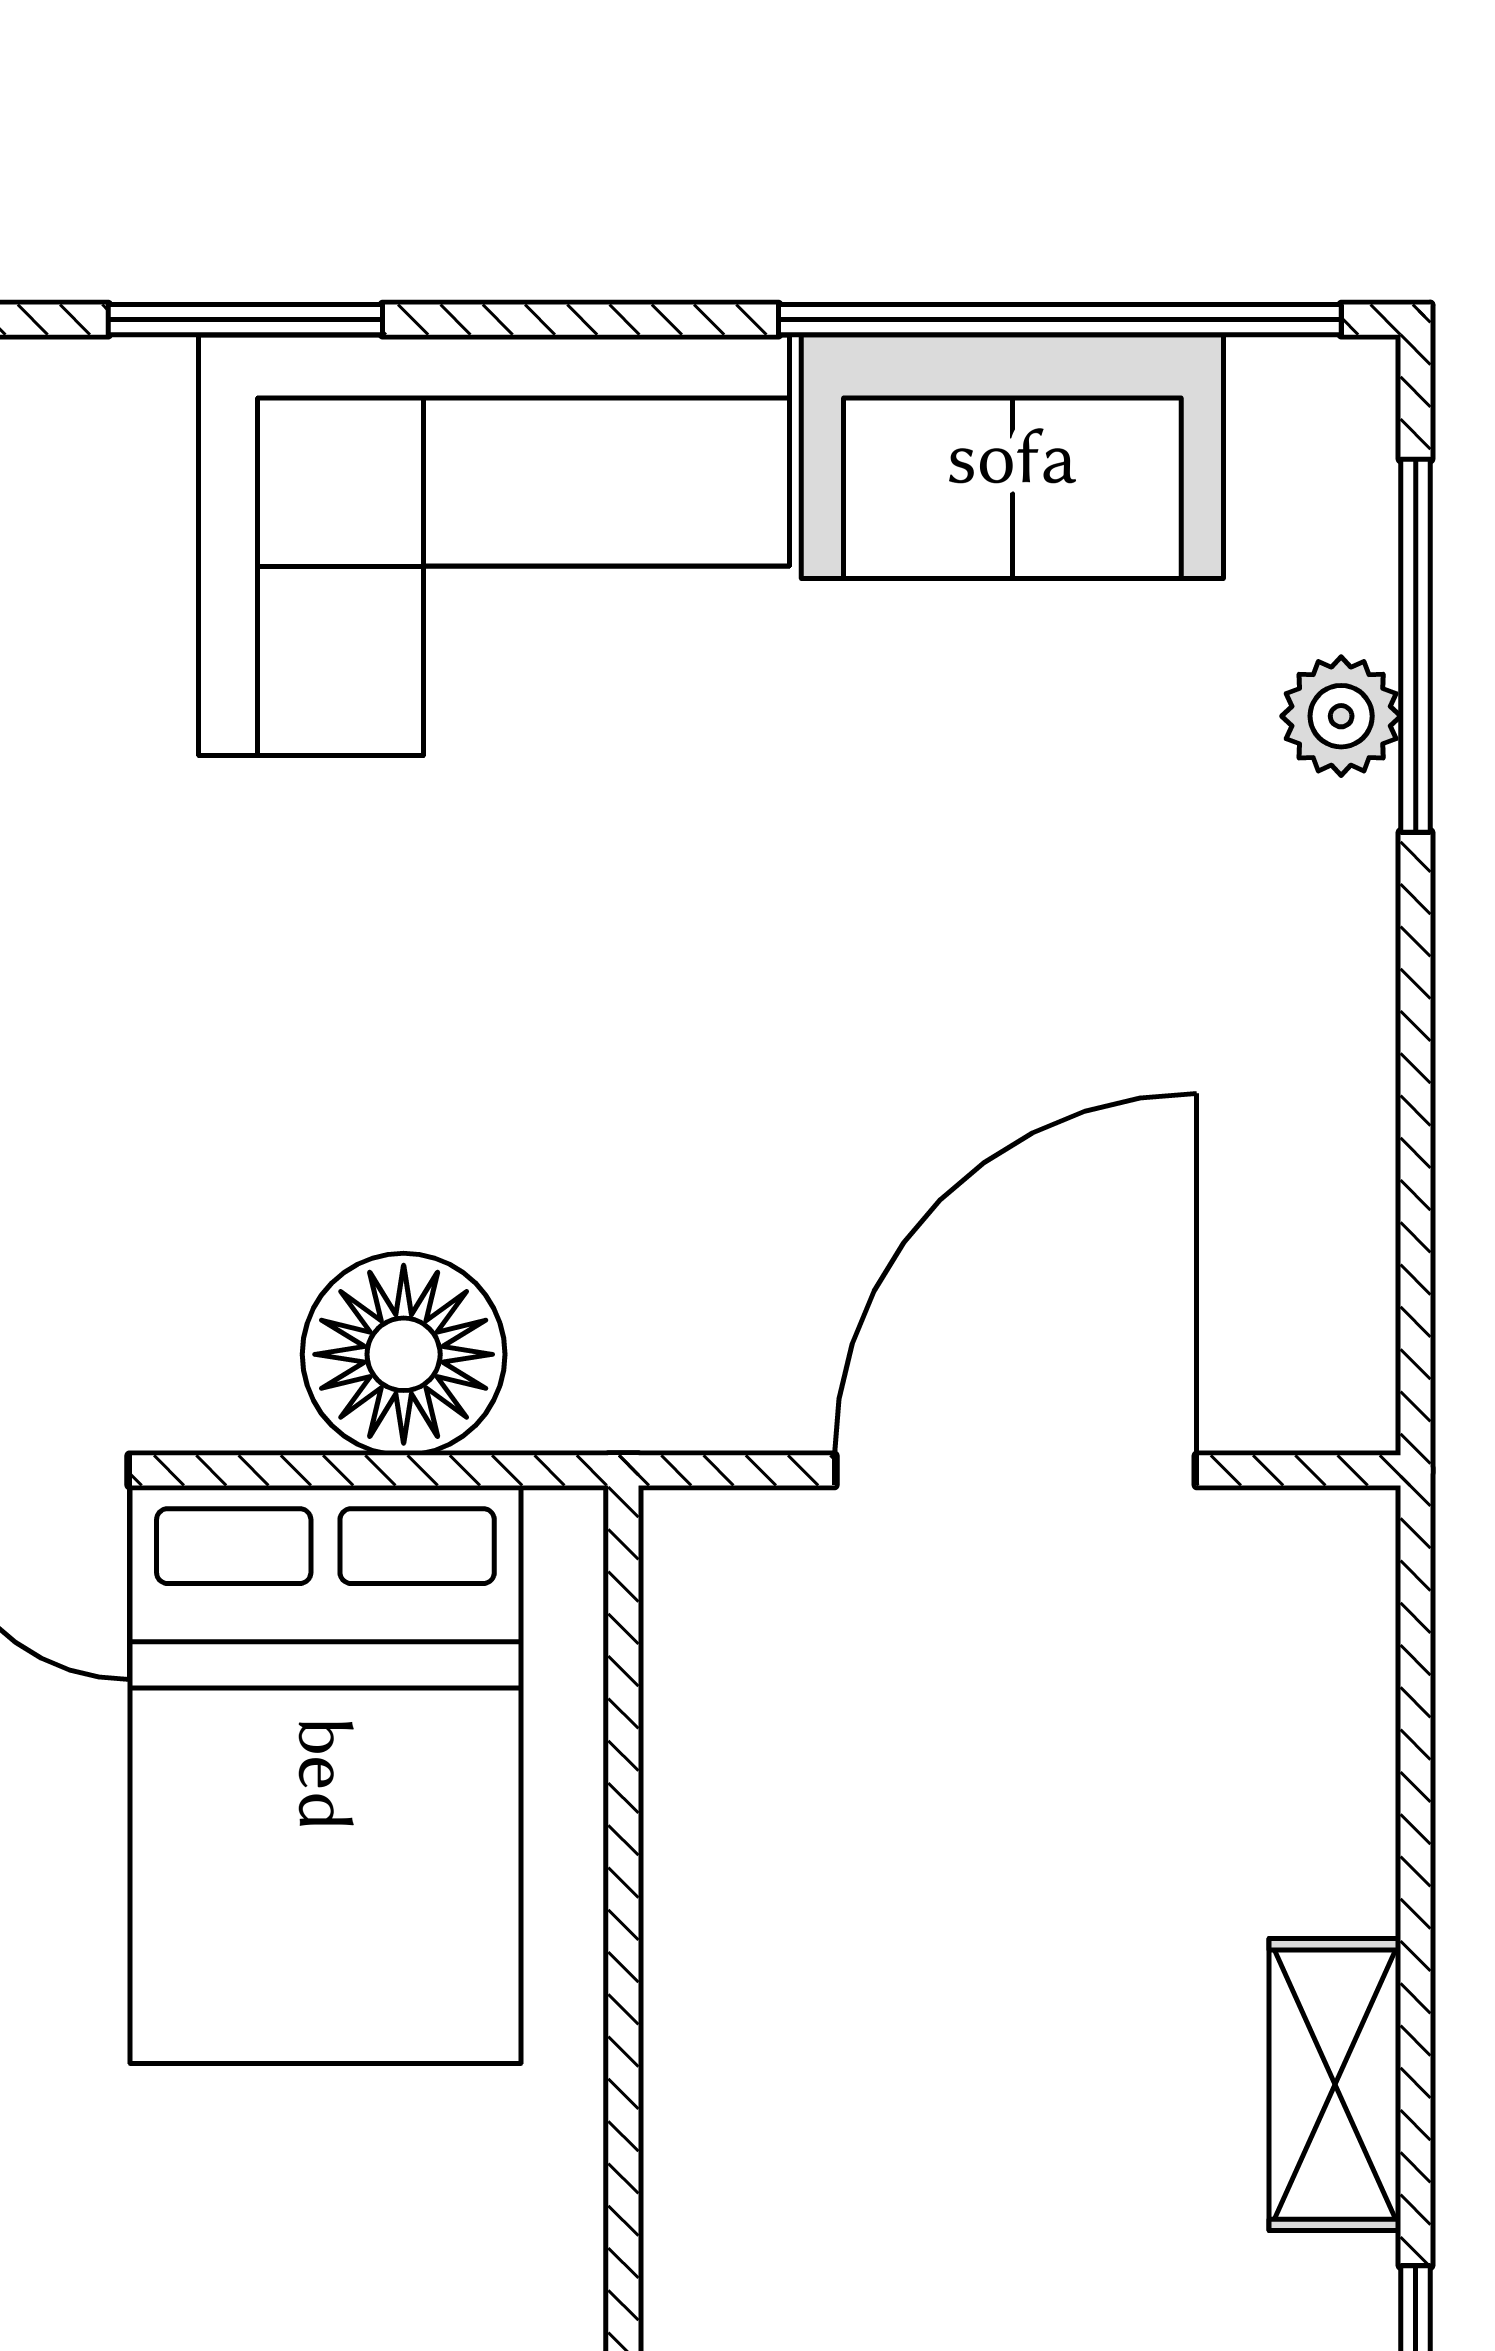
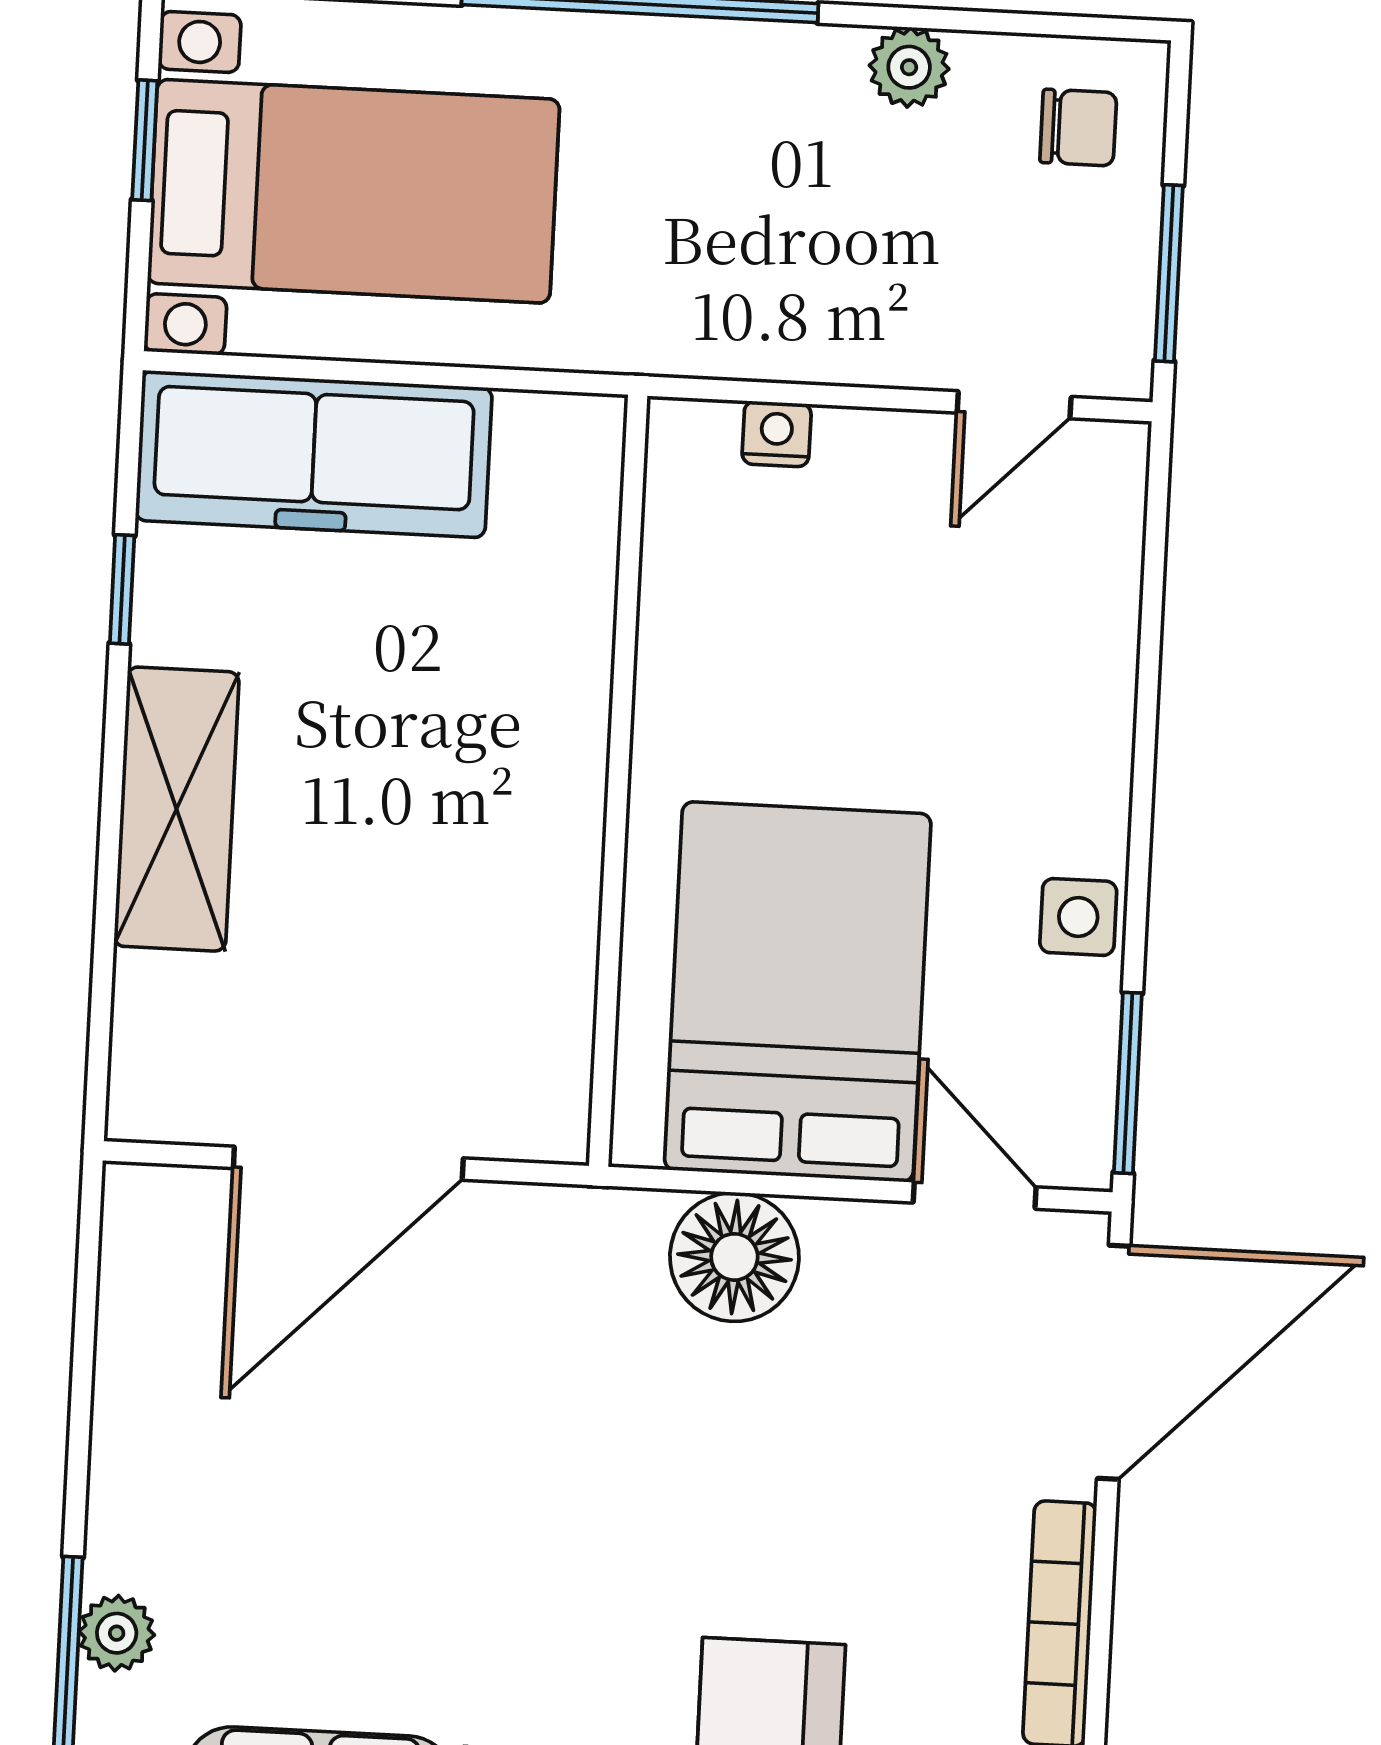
shelving: (1335, 2085) -> (176, 809), width x1.50, depth x1.33

